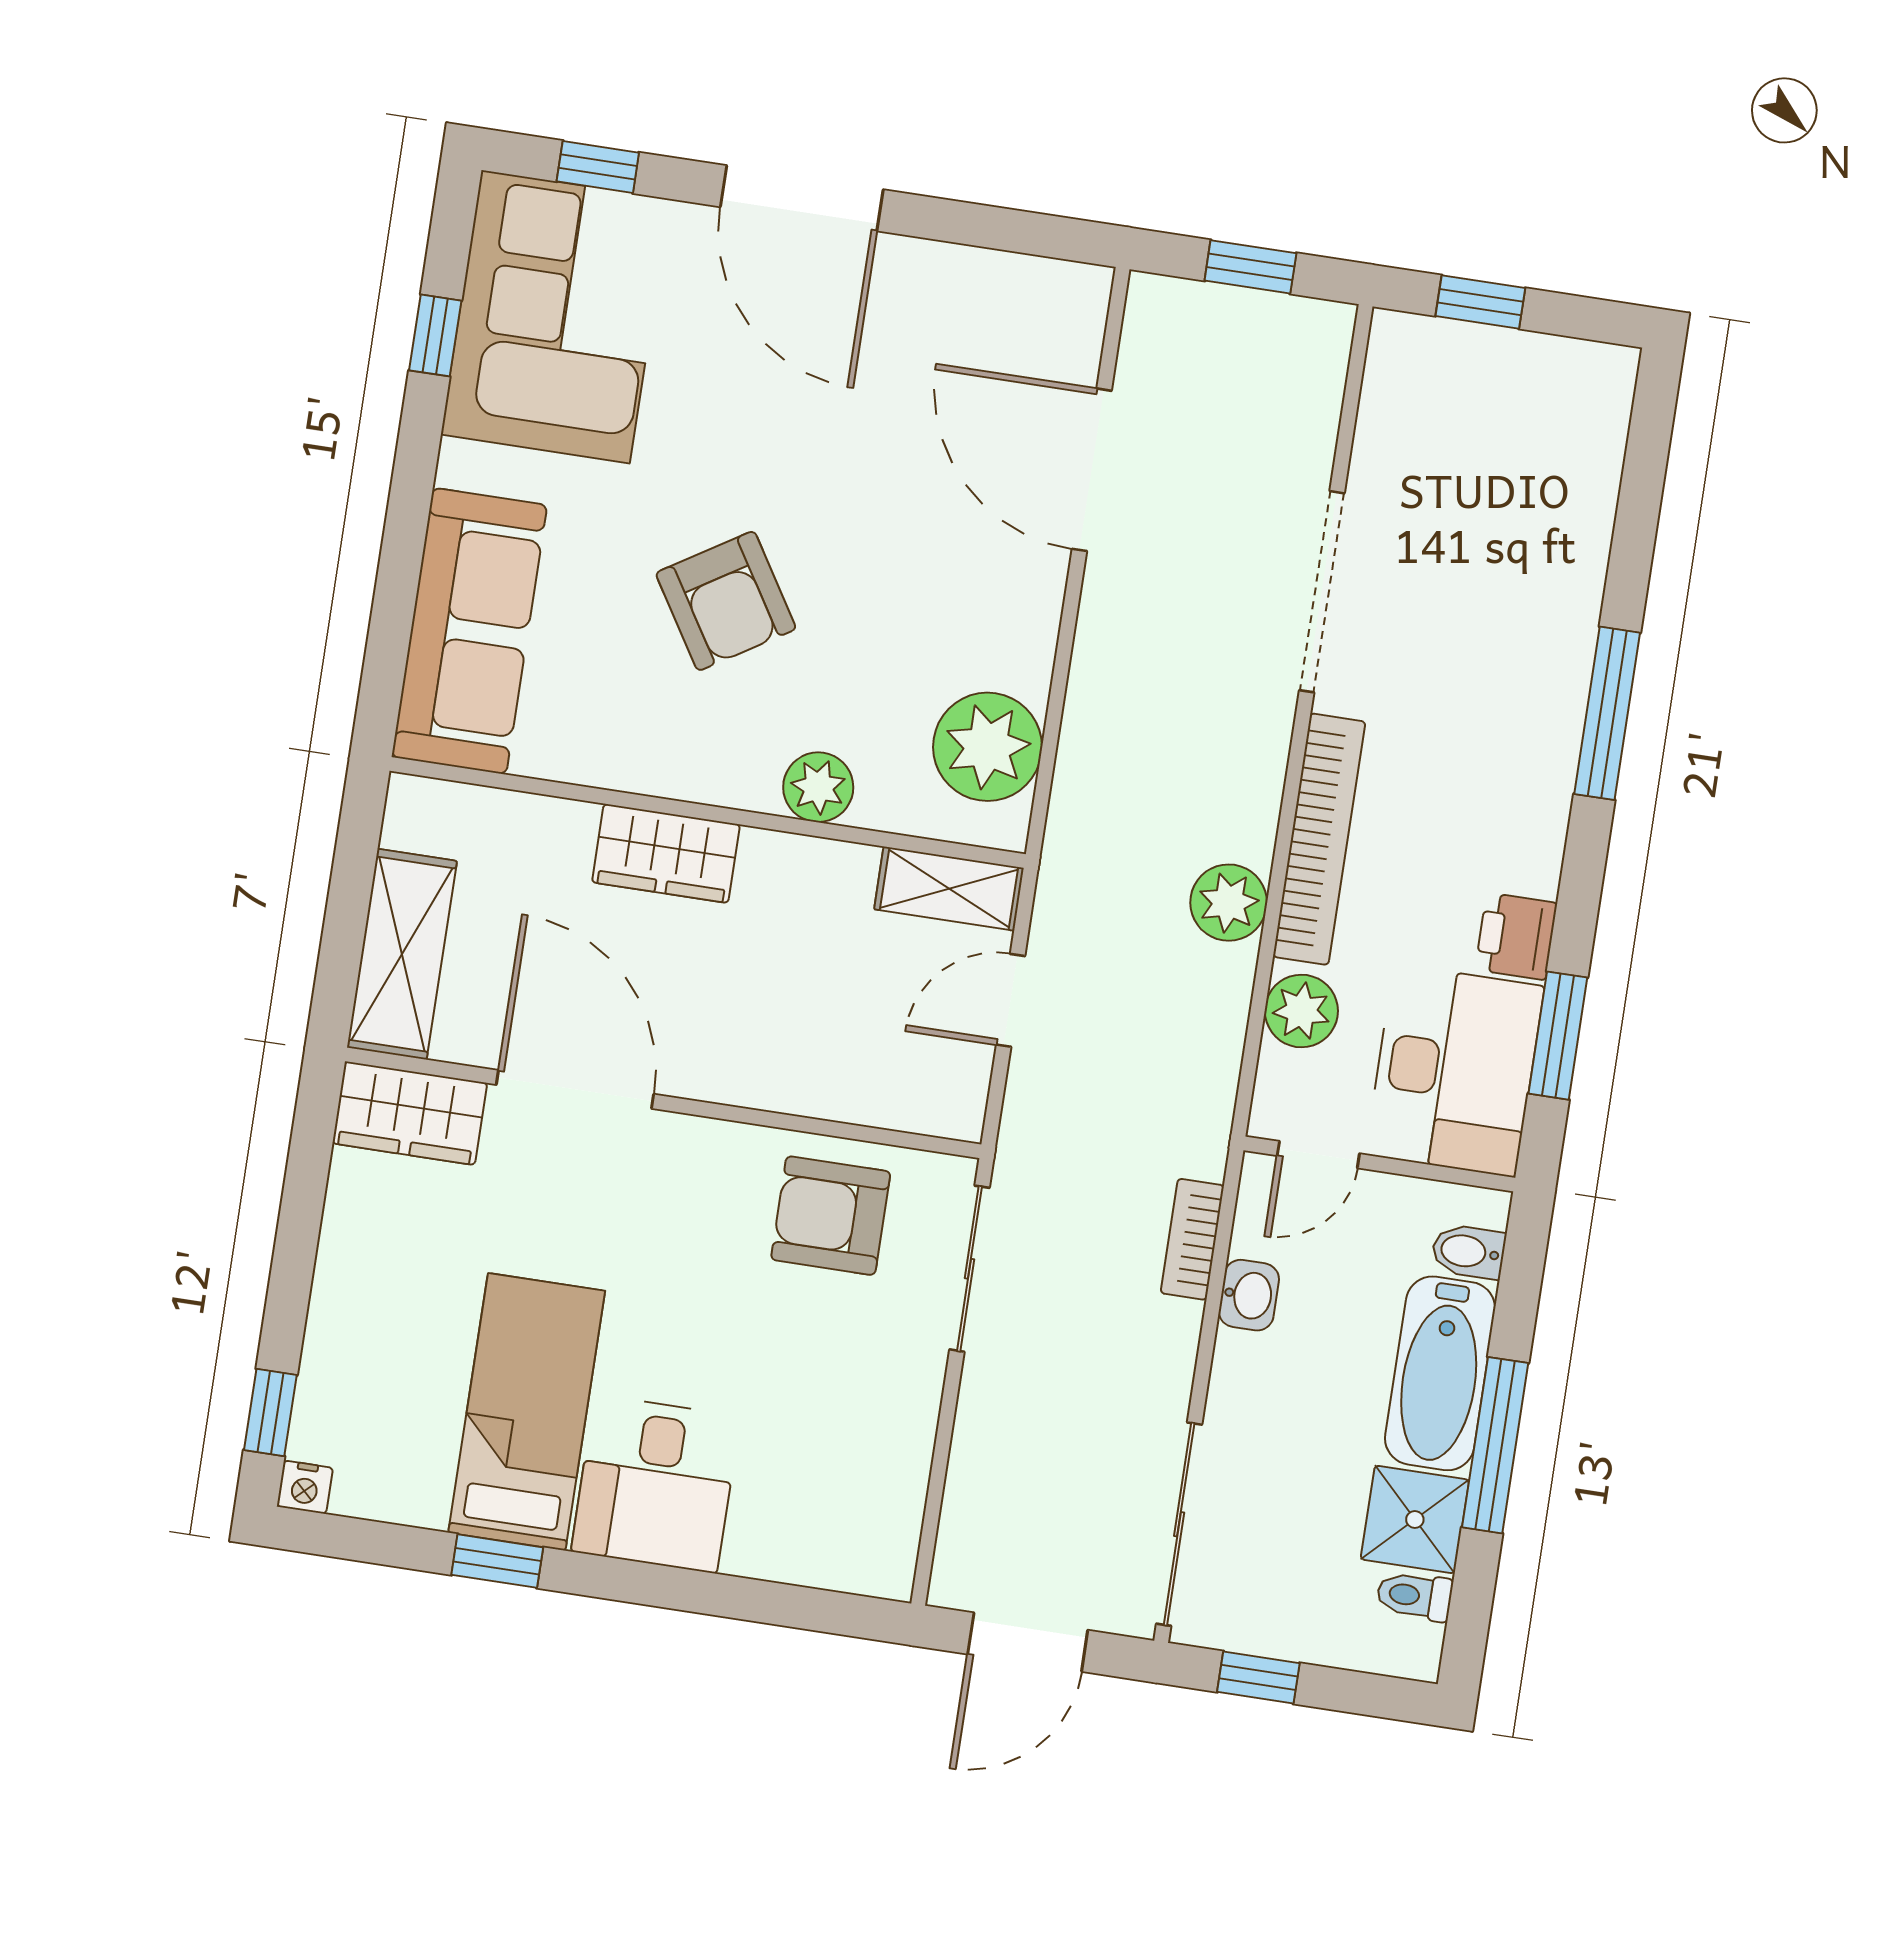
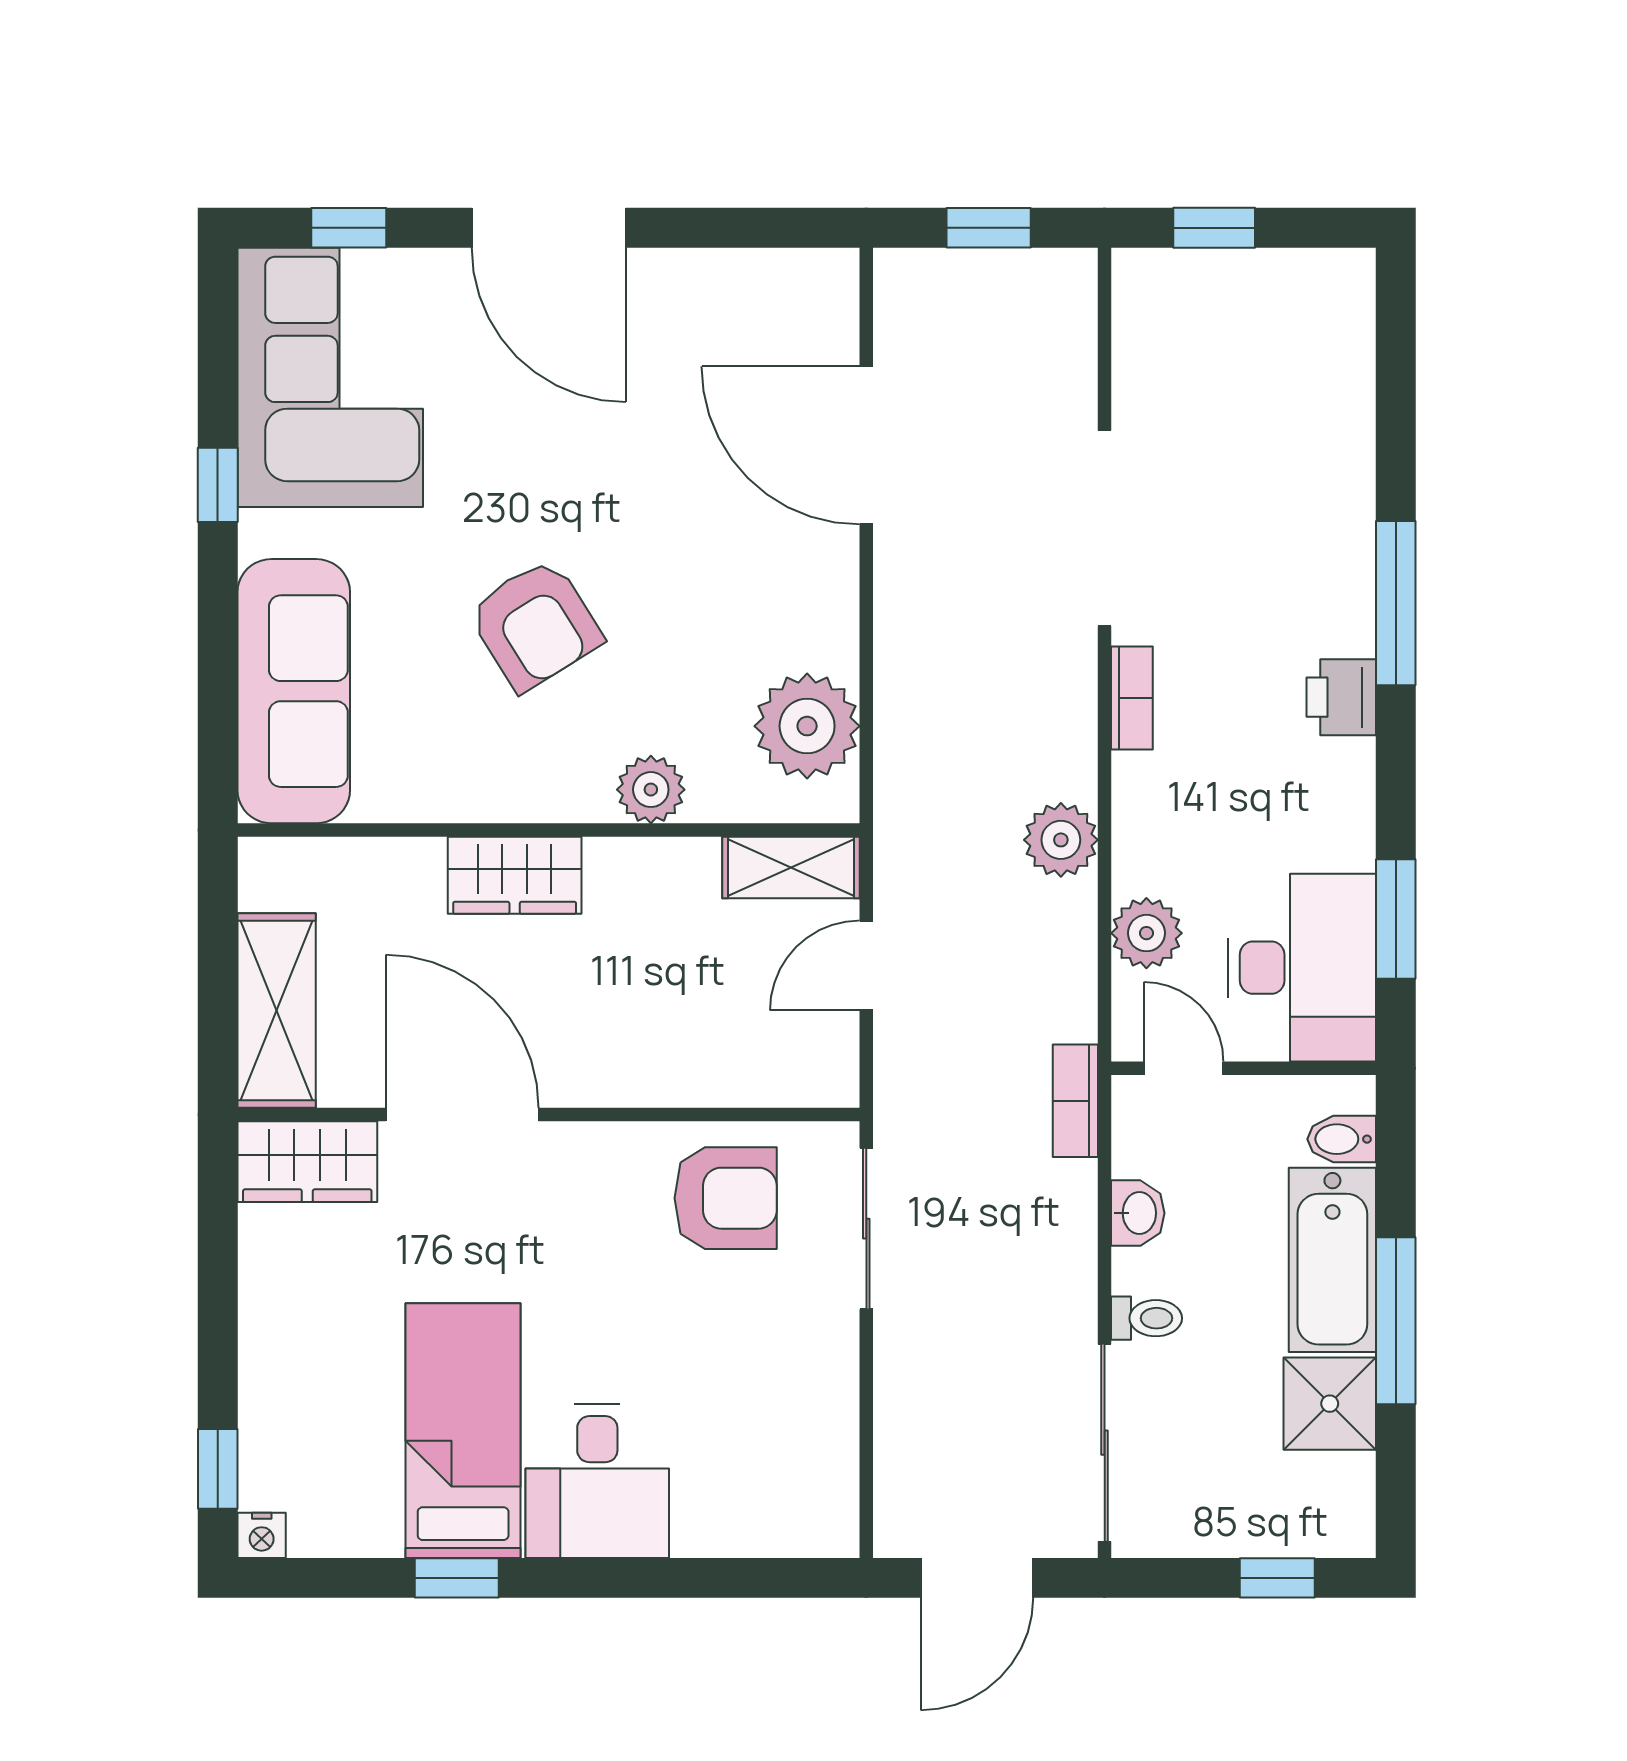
window: (435, 335) -> (218, 485), moved
bookcase: (1319, 839) -> (1132, 698), width x0.43, depth x0.76
printer: (1516, 936) -> (1341, 697), moved
door: (1318, 1155) -> (1184, 1068), swing flipped
armchair: (831, 1216) -> (726, 1198), turned 180
bookcase: (1192, 1239) -> (1075, 1101), moved
toilet: (1414, 1596) -> (1147, 1318), moved, turned 180
window: (1258, 1678) -> (1277, 1578), moved

